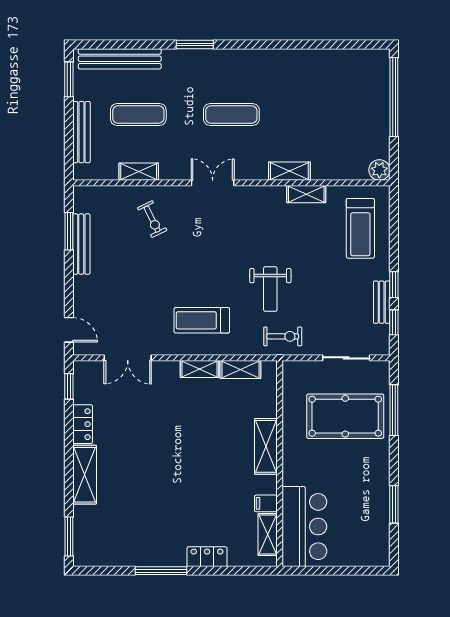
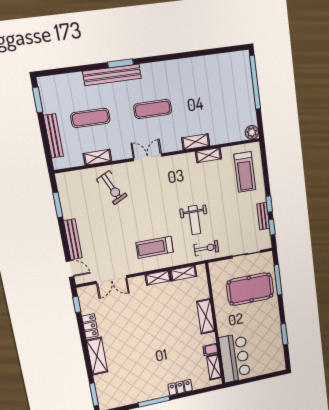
bench: (120, 59) -> (112, 75), moved
exercise bike: (152, 219) -> (112, 188), width x1.38, depth x1.39
bench: (81, 244) -> (73, 239), moved

